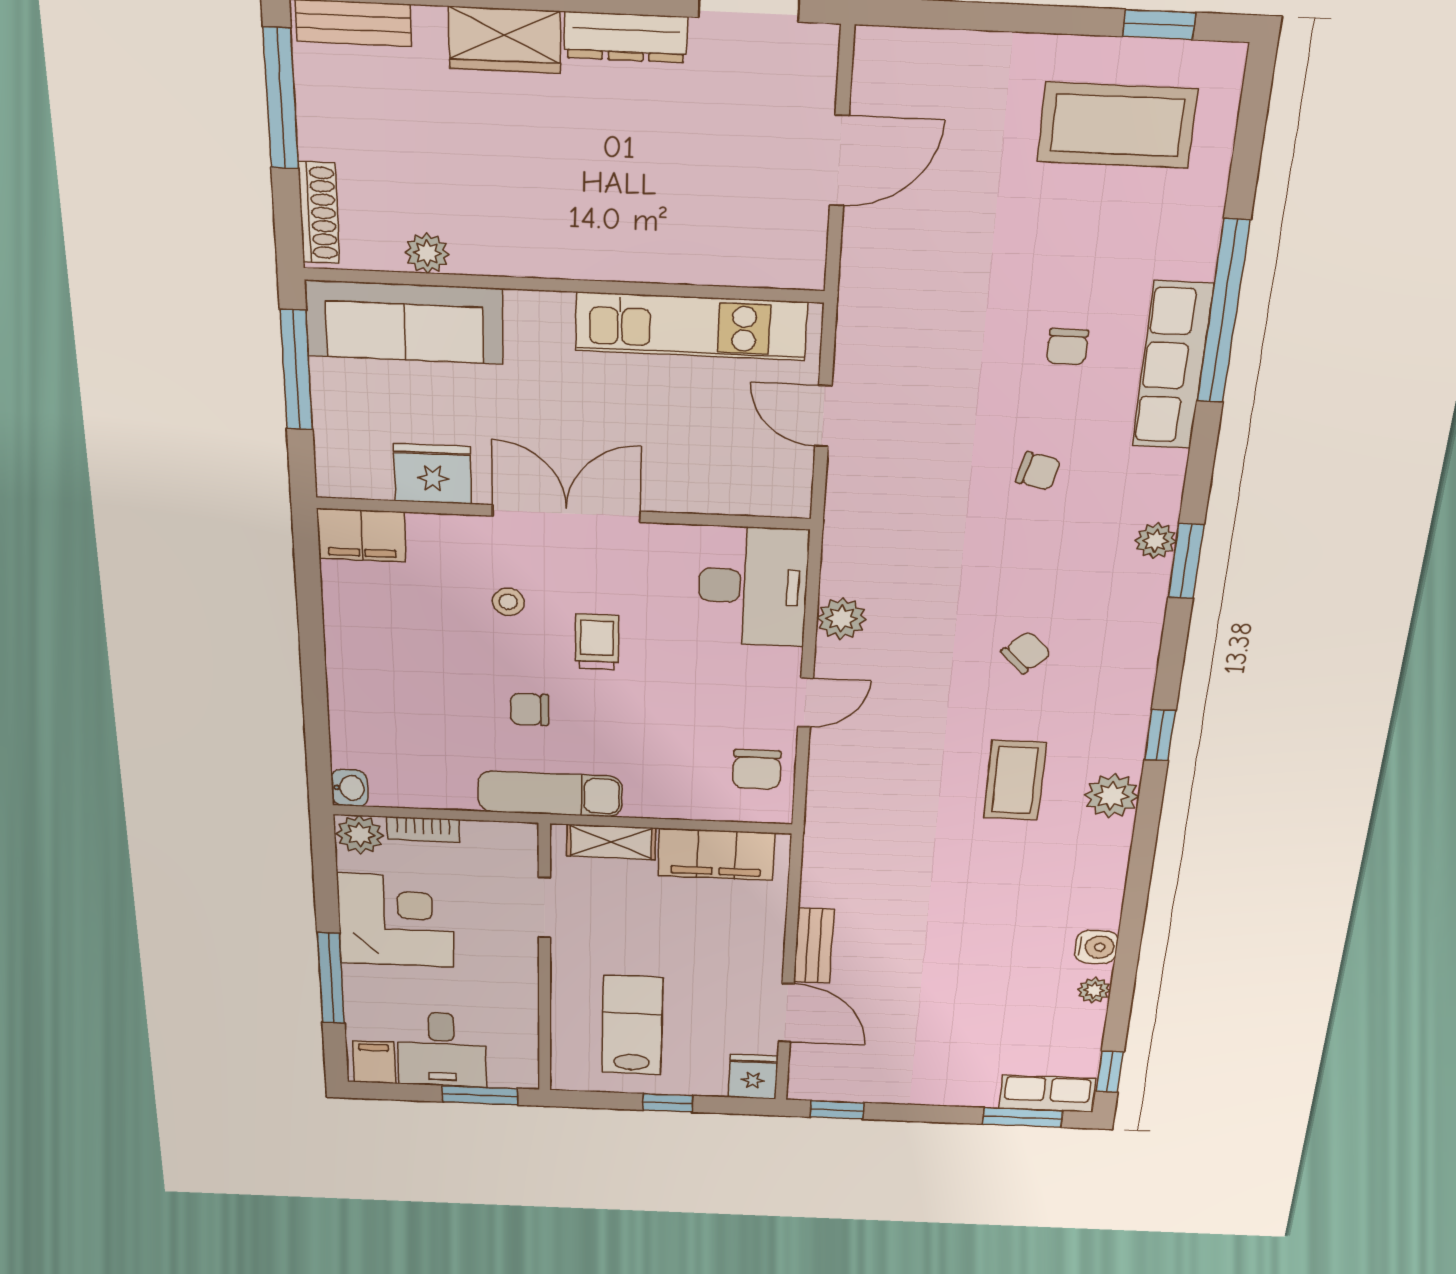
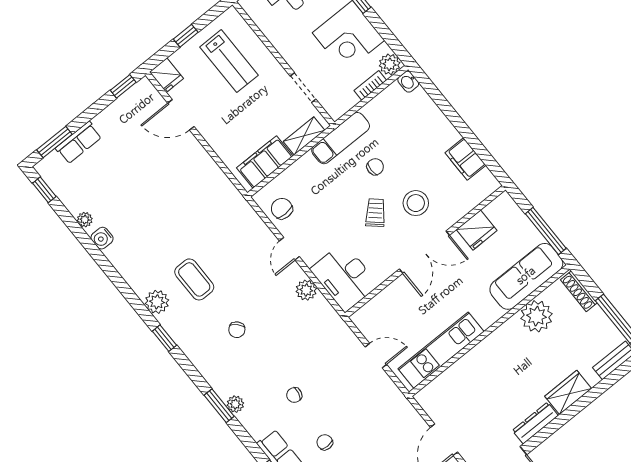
plant: (427, 253) -> (536, 316), width x1.87, depth x1.87
filing cabinet: (361, 535) -> (465, 159), moved, turned -90
stool: (508, 602) -> (416, 203), width x1.89, depth x1.89
trolley: (597, 642) -> (375, 213), turned -138
bench: (814, 946) -> (198, 153), removed
row of seats: (1047, 1094) -> (79, 143), moved

